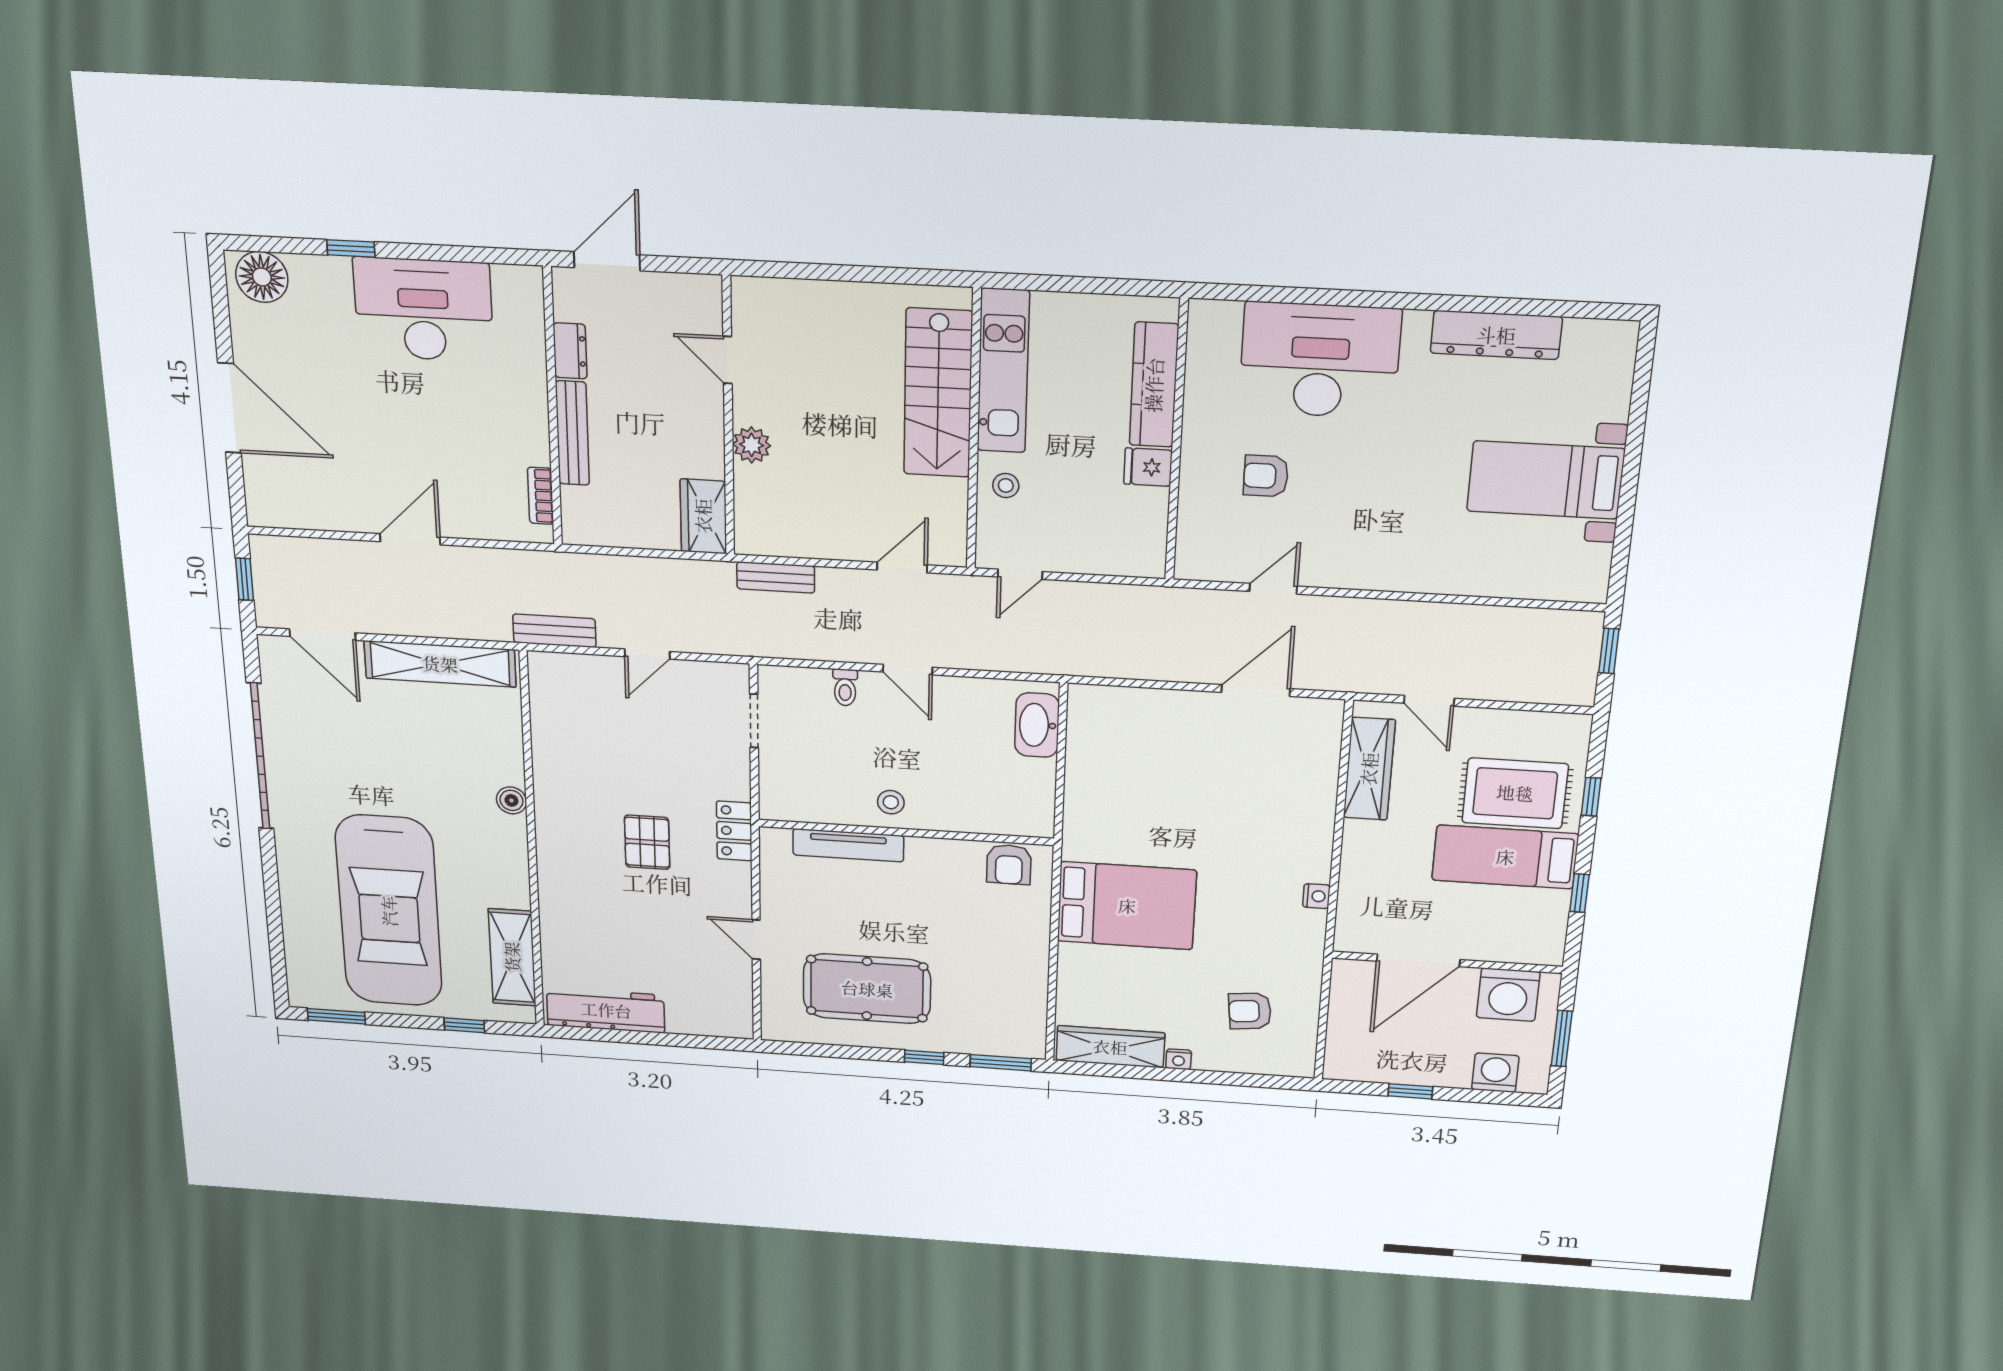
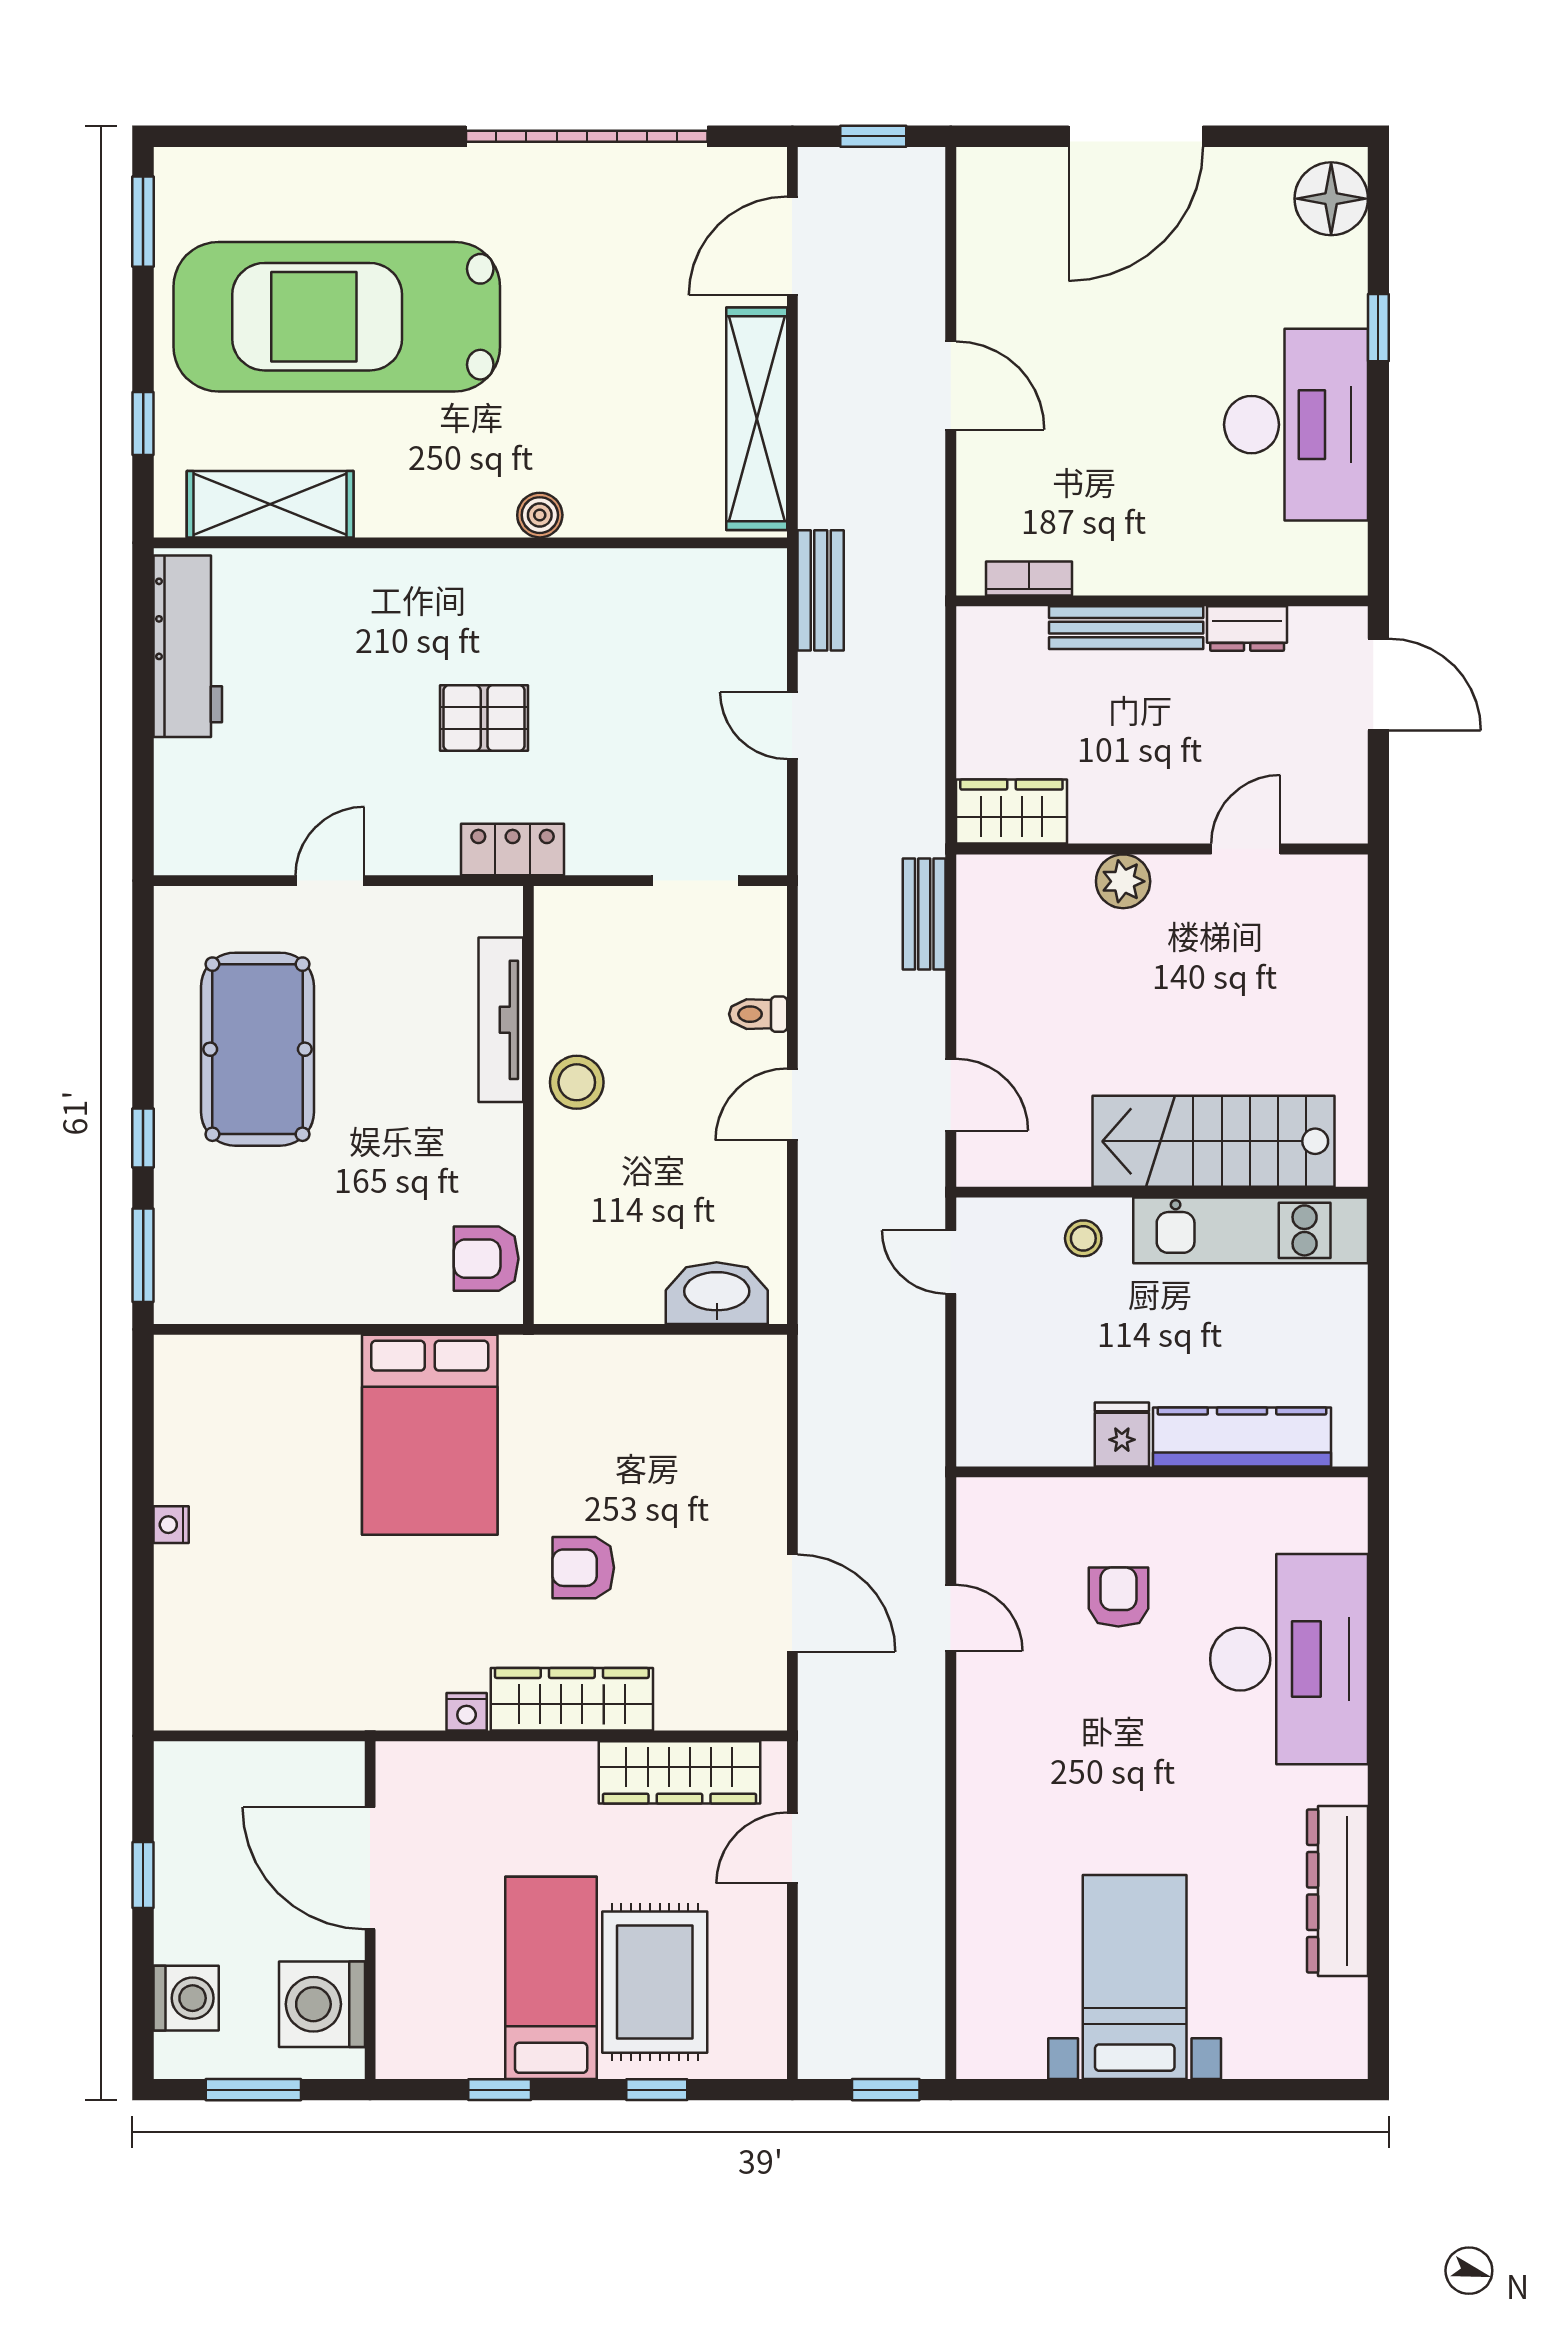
stool: (891, 802) -> (577, 1082), width x1.37, depth x1.37
armchair: (1250, 1011) -> (583, 1568), moved, turned -84
wardrobe: (1110, 1047) -> (572, 1699), moved, turned -90

